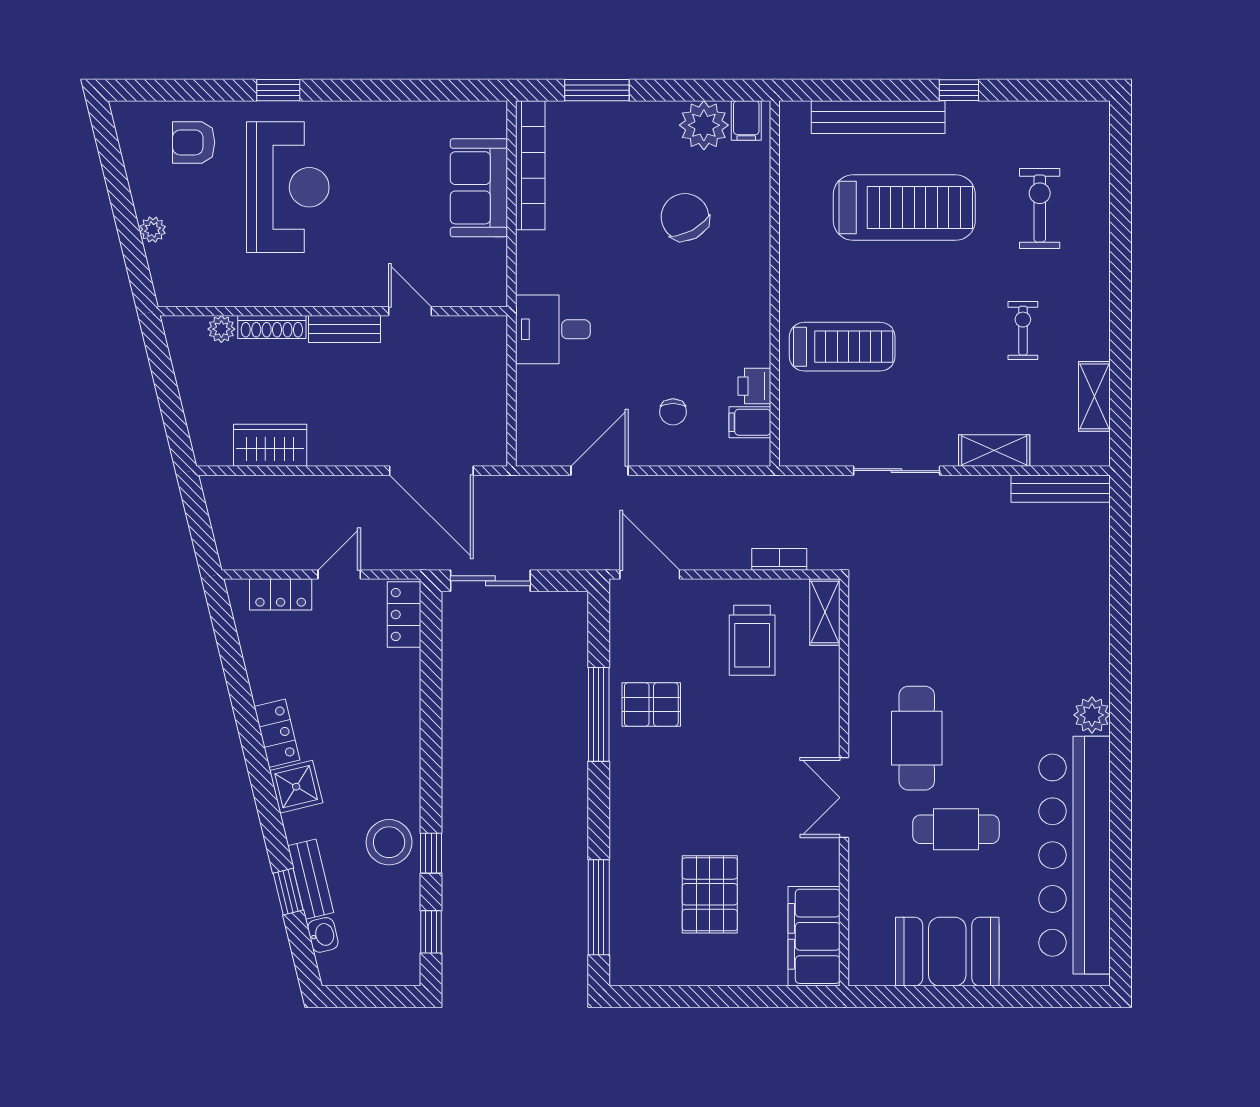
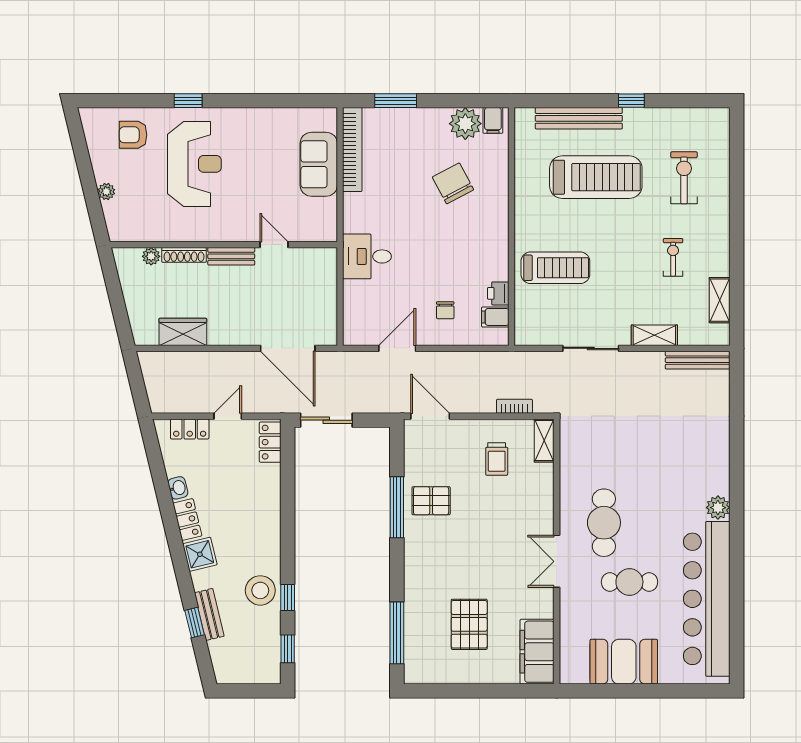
trolley: (752, 640) -> (497, 459), width x0.73, depth x0.72
washbasin: (323, 935) -> (178, 488), moved

